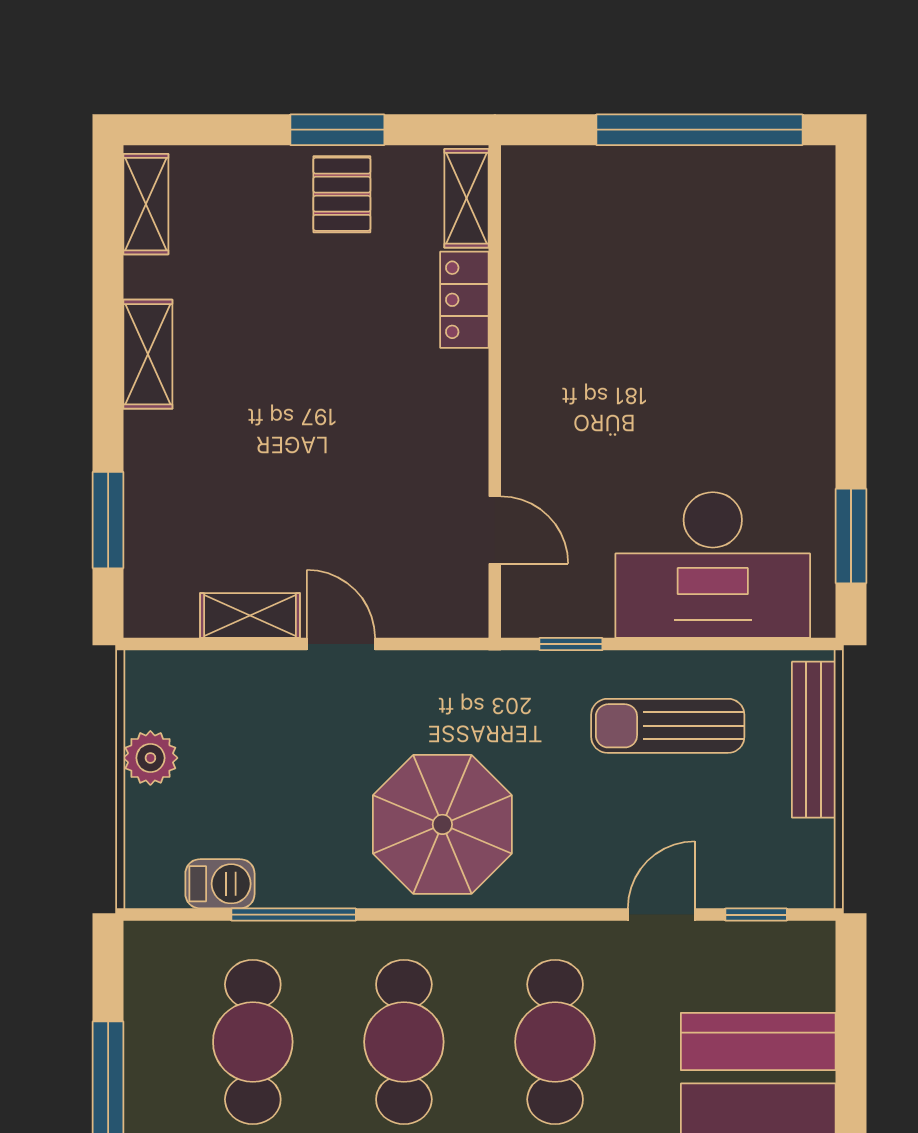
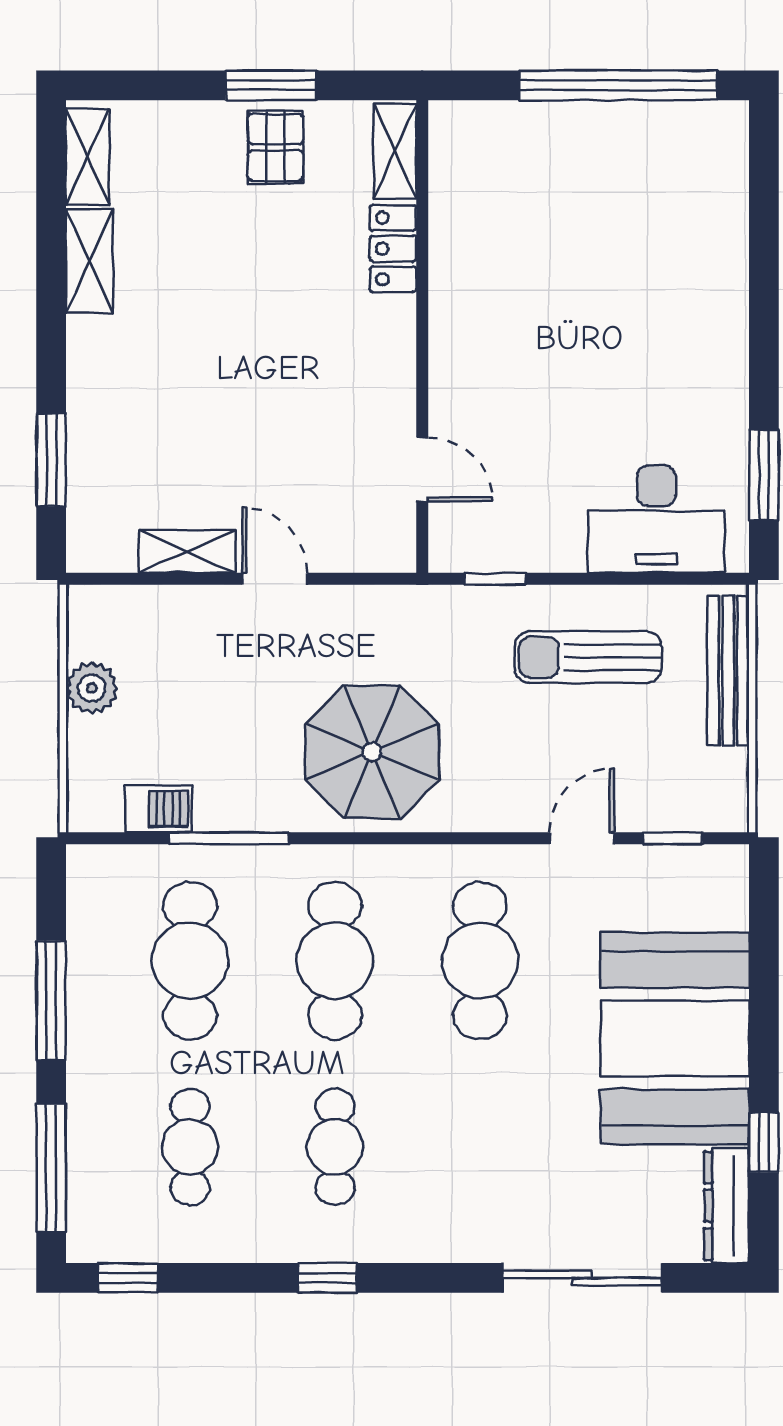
shelving: (148, 354) -> (89, 261), moved
desk: (713, 565) -> (656, 519), width x0.73, depth x0.77

